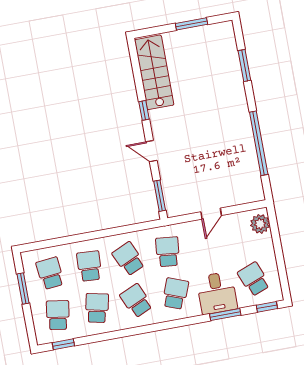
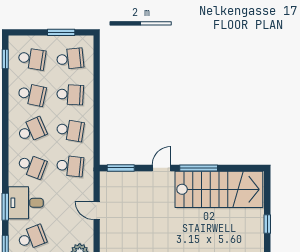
window: (192, 24) -> (267, 224), width x0.67
stairs: (154, 72) -> (219, 189), width x1.36, depth x1.51
window: (144, 110) -> (199, 168), width x2.17
school desk: (129, 259) -> (70, 130), turned 33

